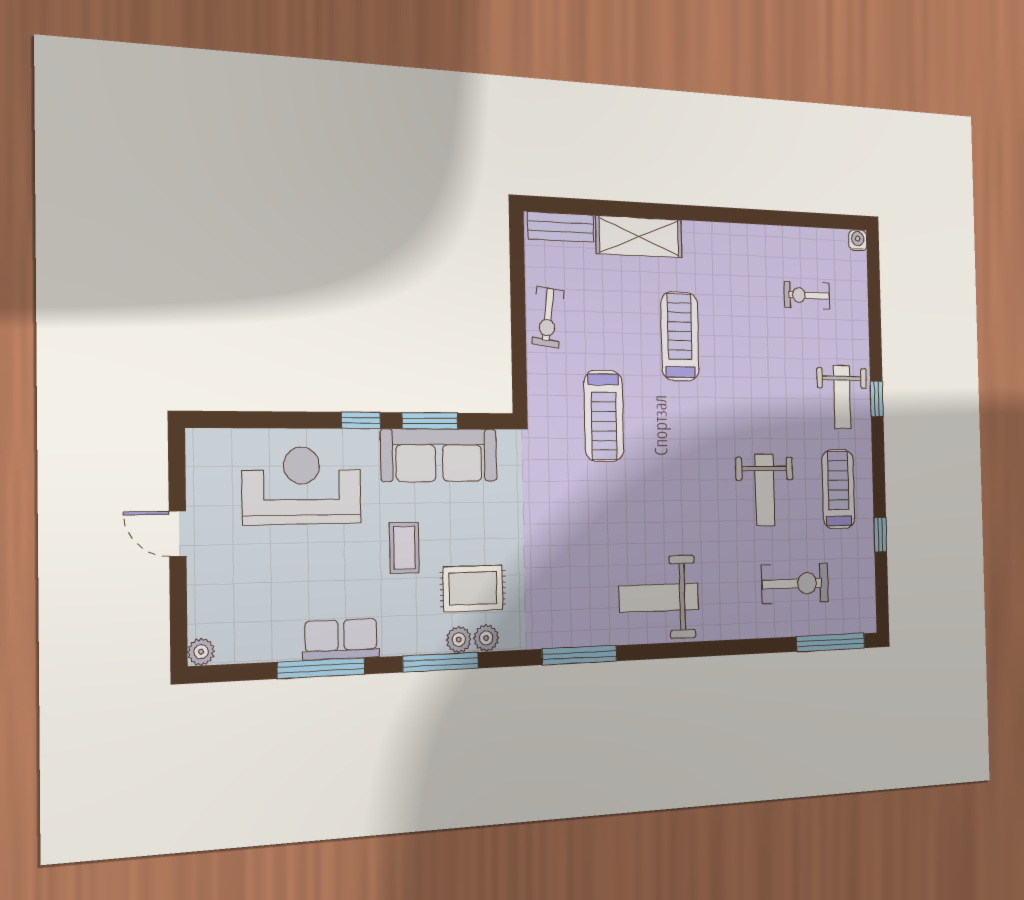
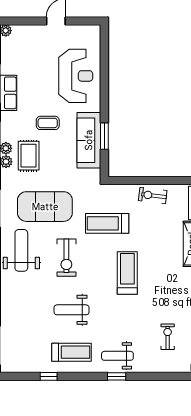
treadmill: (680, 336) -> (127, 273), moved, turned -90
window: (361, 420) -> (104, 103), removed
exercise mat: (574, 550) -> (45, 207), added
exercise bike: (795, 584) -> (66, 258), moved

